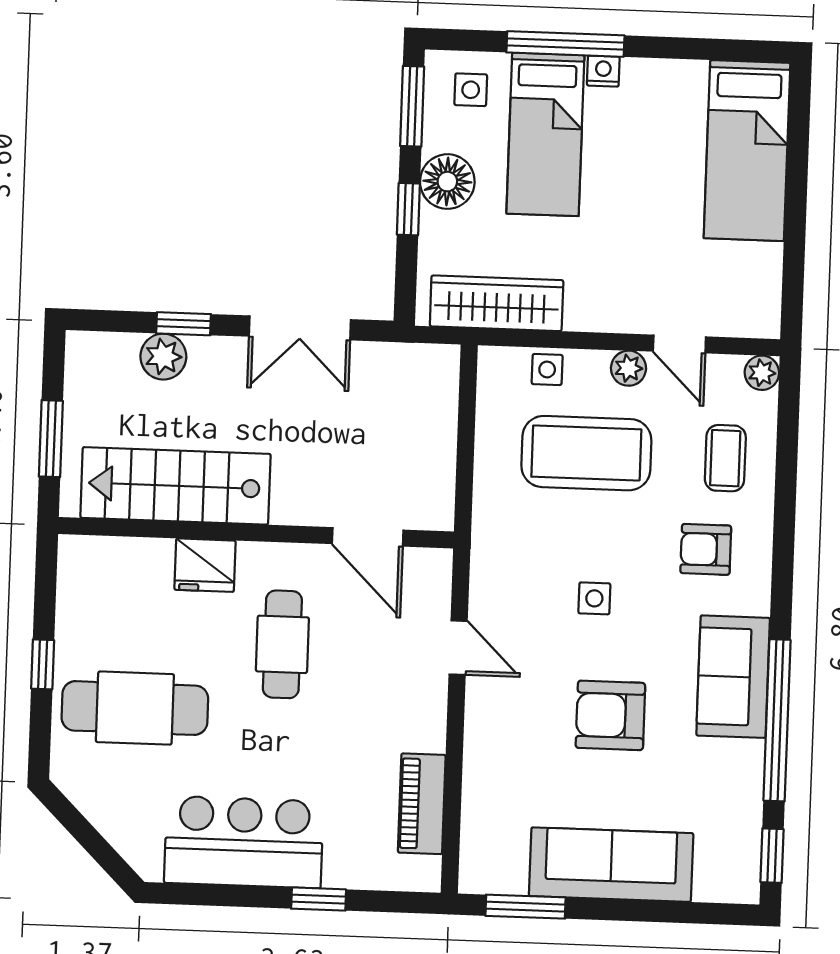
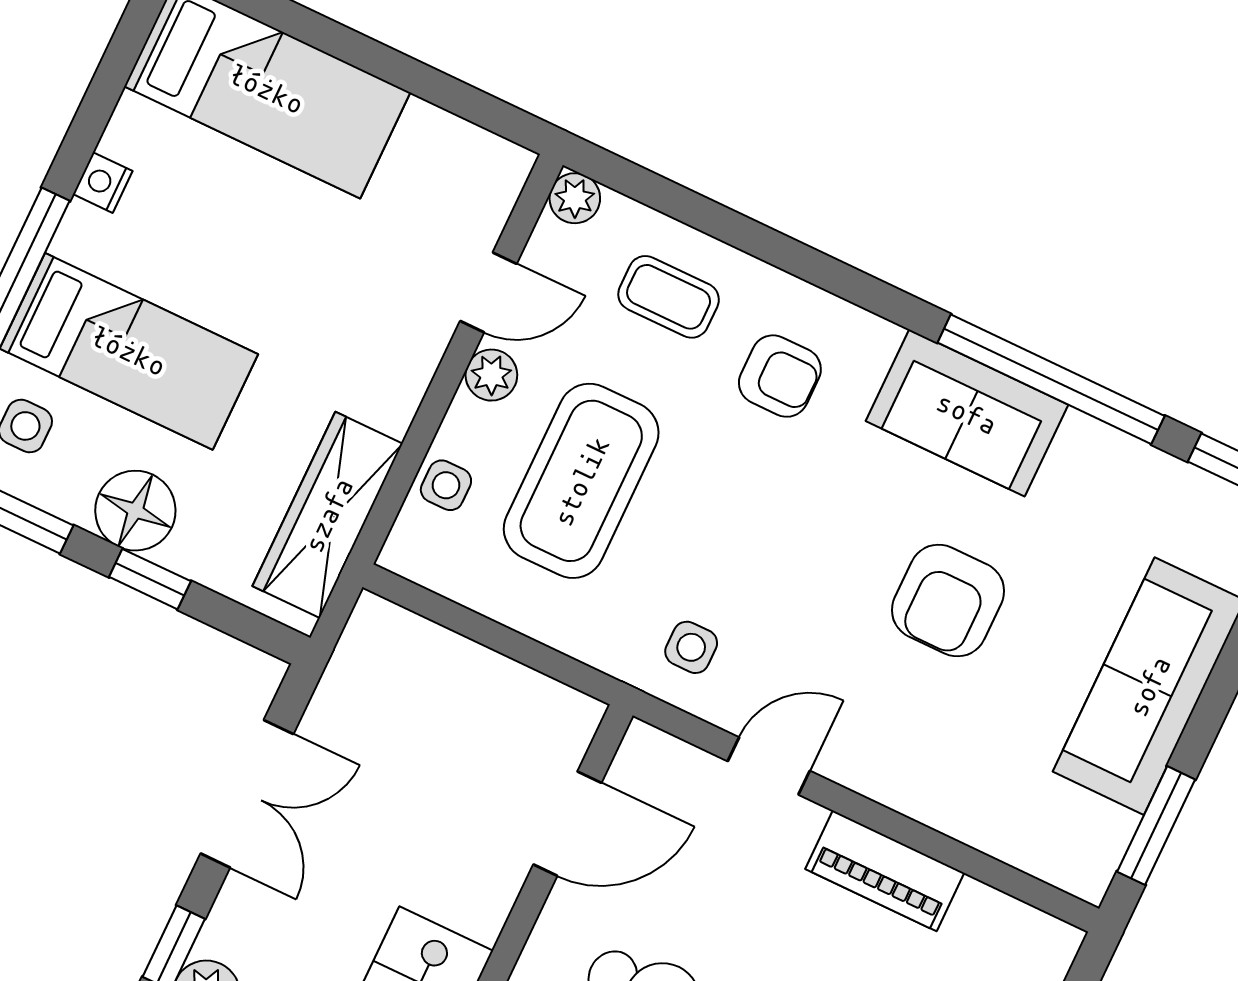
nightstand: (603, 71) -> (103, 183), moved
armchair: (706, 549) -> (780, 376), turned -90
side table: (594, 598) -> (691, 647), moved
piano: (422, 804) -> (885, 871), moved

